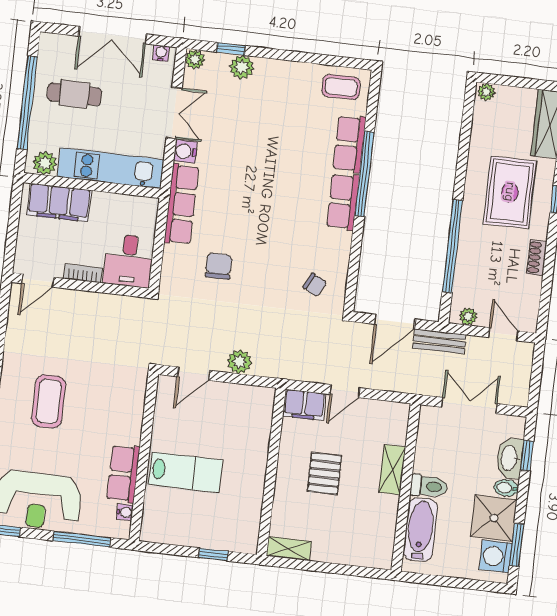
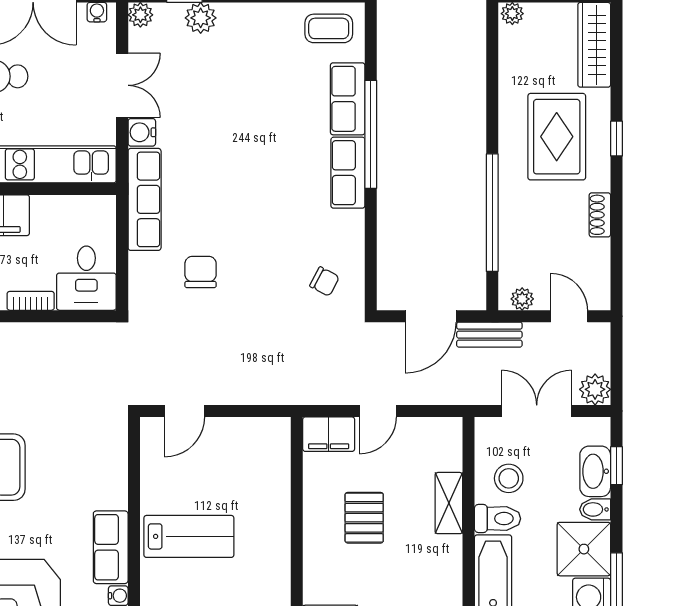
plant: (239, 362) -> (595, 389), moved
stool: (441, 456) -> (509, 478), added

